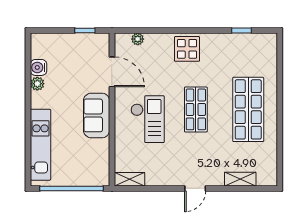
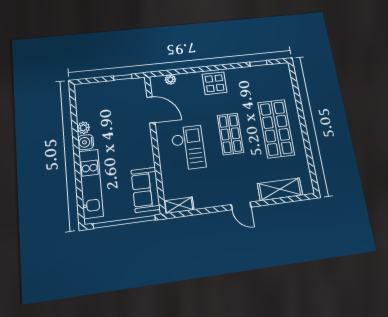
water cooler: (39, 67) -> (86, 142), moved
sofa: (97, 115) -> (145, 190), moved
shelving: (240, 179) -> (280, 189), width x1.50, depth x1.33
door: (195, 188) -> (241, 206), hinge flipped

